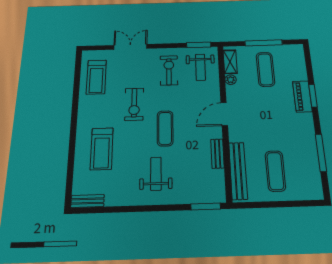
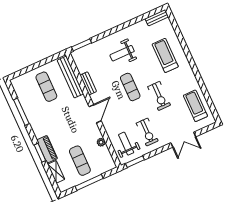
shelving: (230, 62) -> (56, 172), moved
exercise bike: (134, 104) -> (159, 96), turned 180
weight bench: (156, 174) -> (122, 53), turned 90

